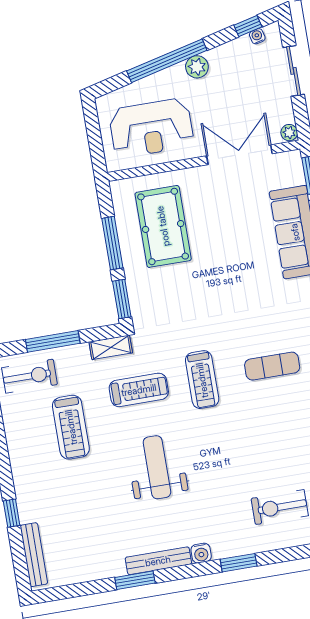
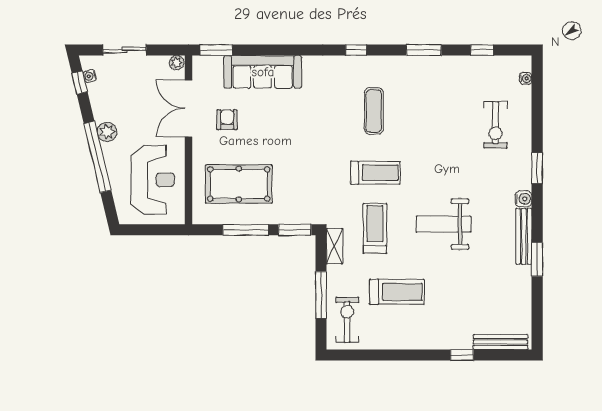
armchair: (234, 201) -> (227, 120), added

